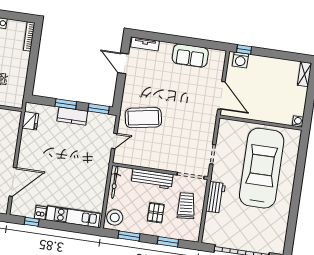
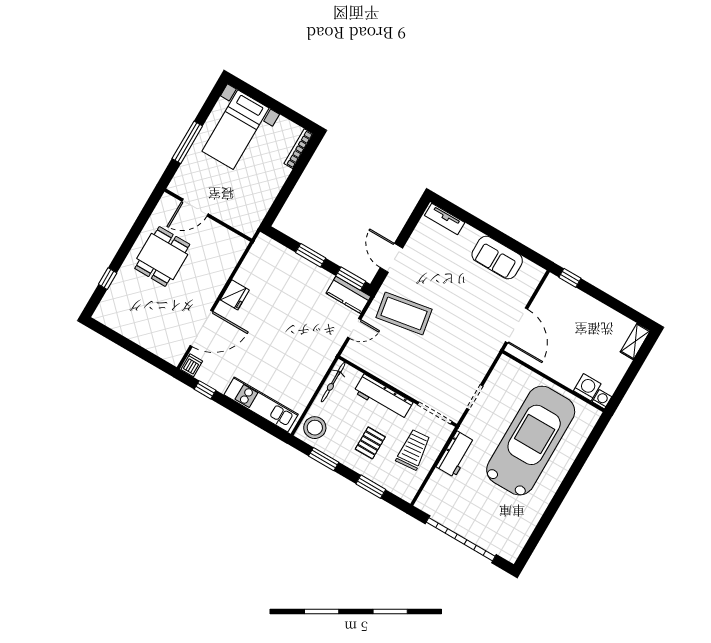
washing machine: (240, 60) -> (587, 387), moved, turned 180
door: (123, 63) -> (391, 258), moved
kitchen counter: (72, 116) -> (348, 295), moved
fridge: (30, 121) -> (235, 295), moved
dishwasher: (40, 213) -> (192, 365), moved

